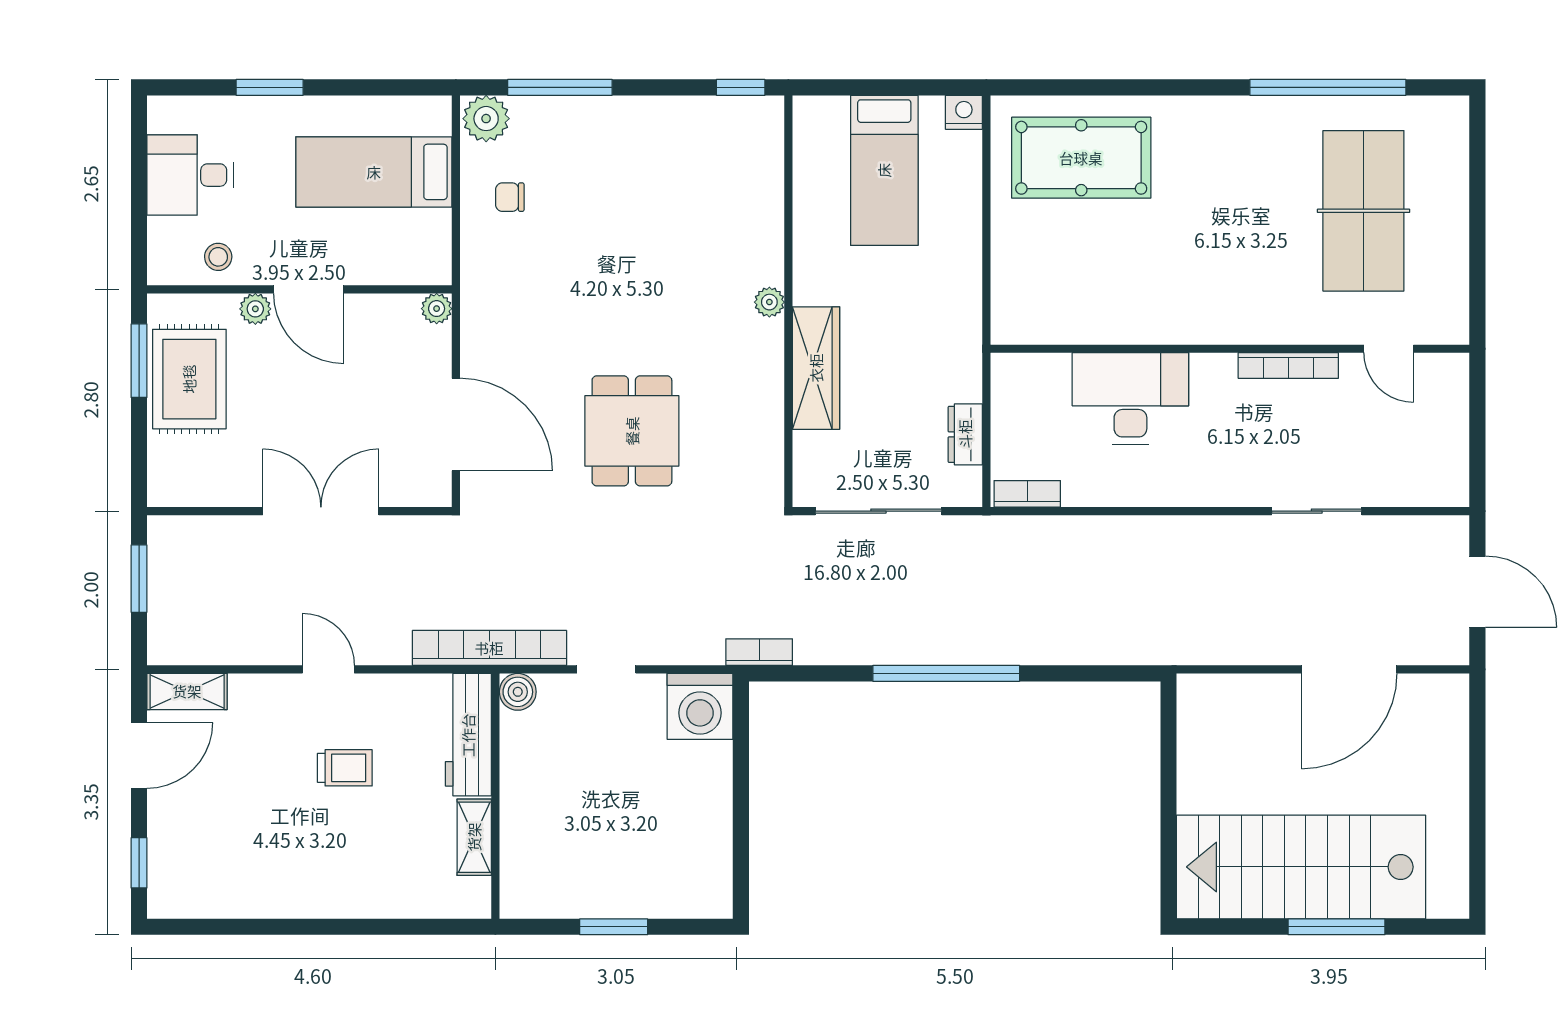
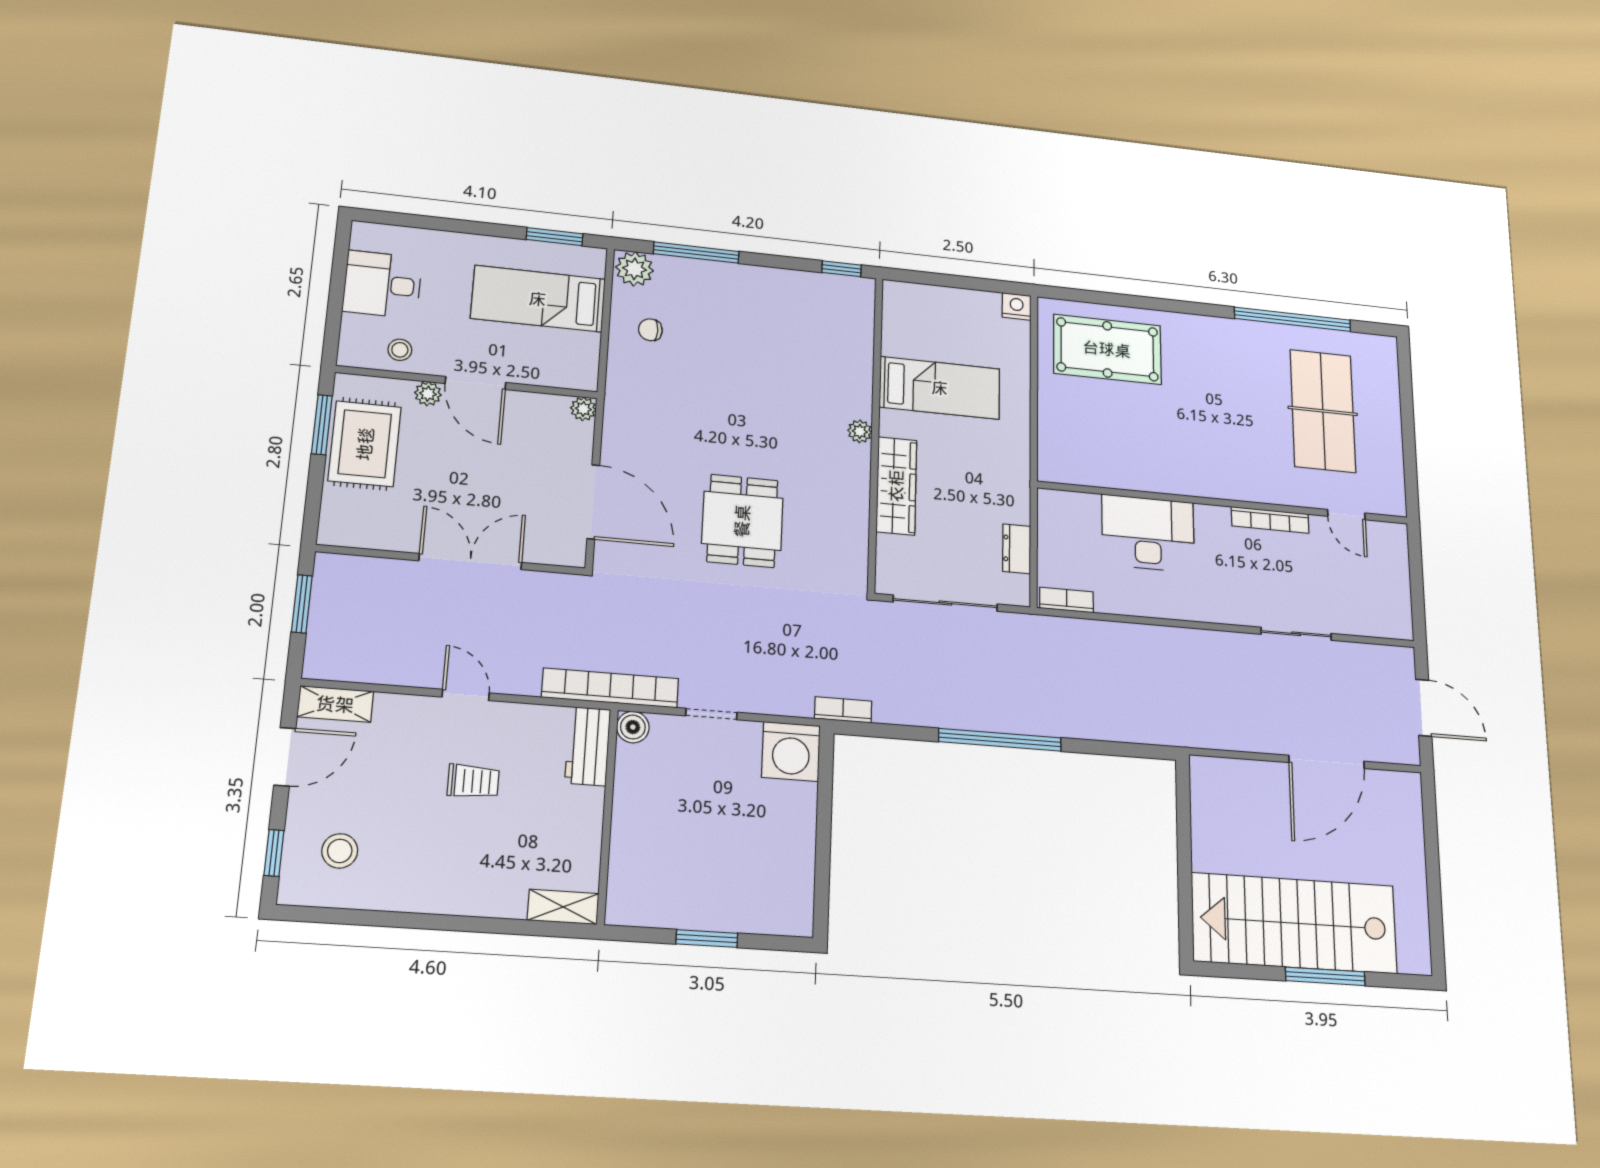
window: (270, 87) -> (555, 237), moved
bed: (884, 170) -> (940, 388), moved, turned -90
workbench: (468, 735) -> (588, 746), width x0.73
shelving: (474, 837) -> (563, 907), moved, turned 90
stool: (208, 856) -> (340, 851), added

